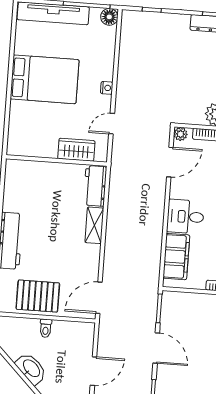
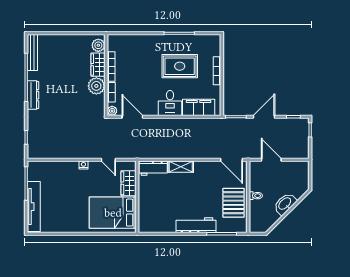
floor lamp: (109, 17) -> (33, 167), removed
bed: (45, 79) -> (113, 213), moved, turned -90
door: (93, 371) -> (271, 160), moved

